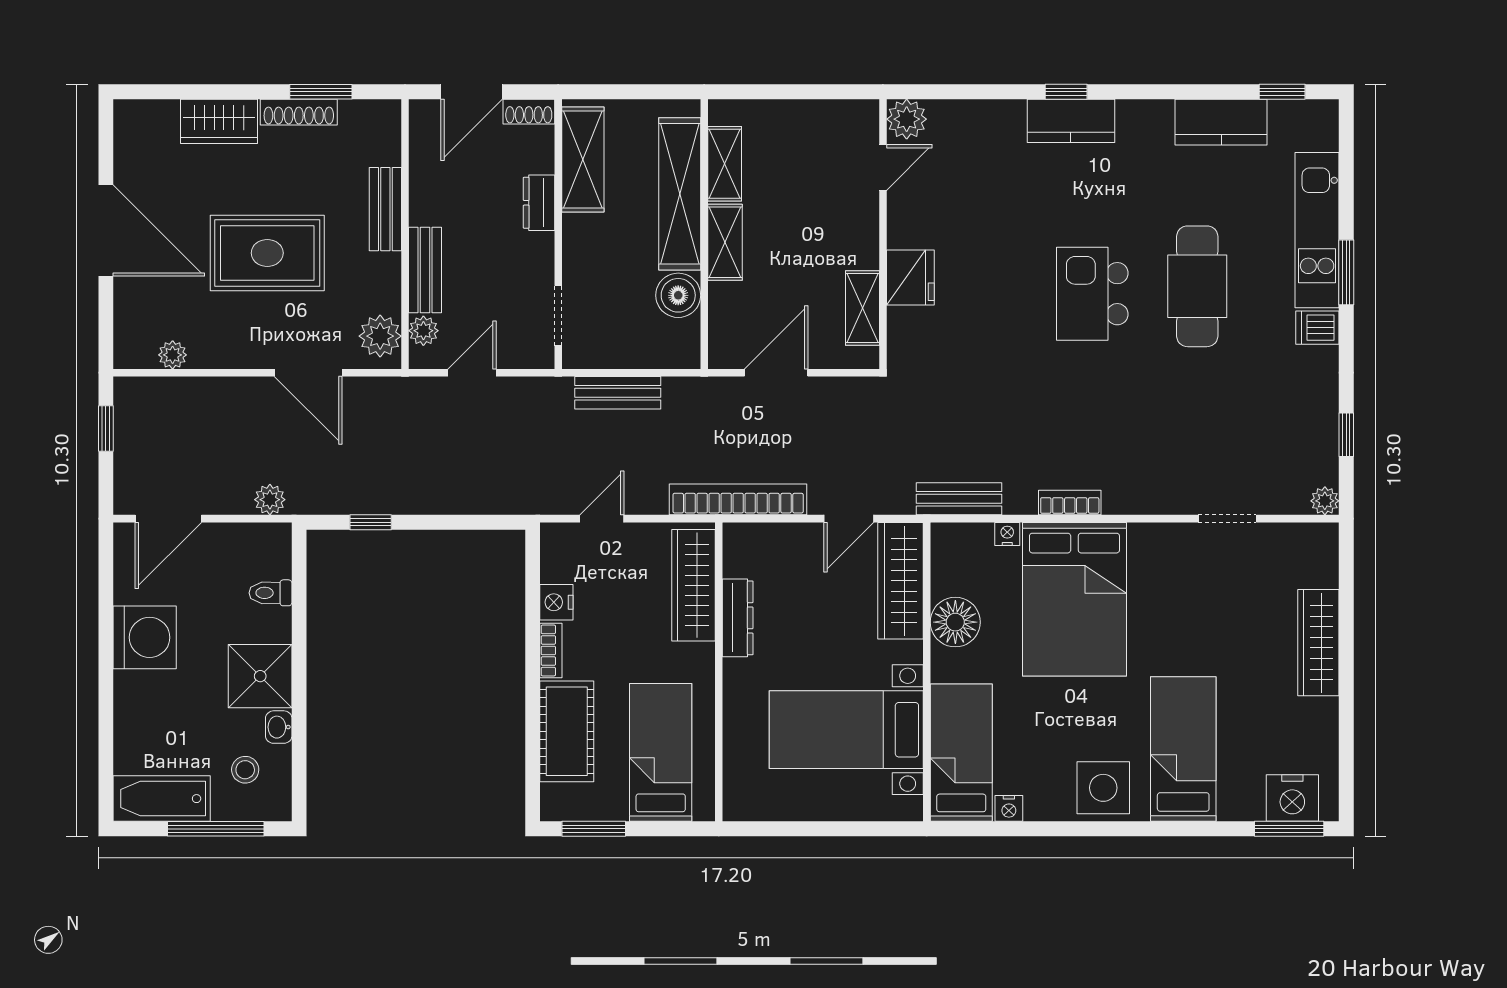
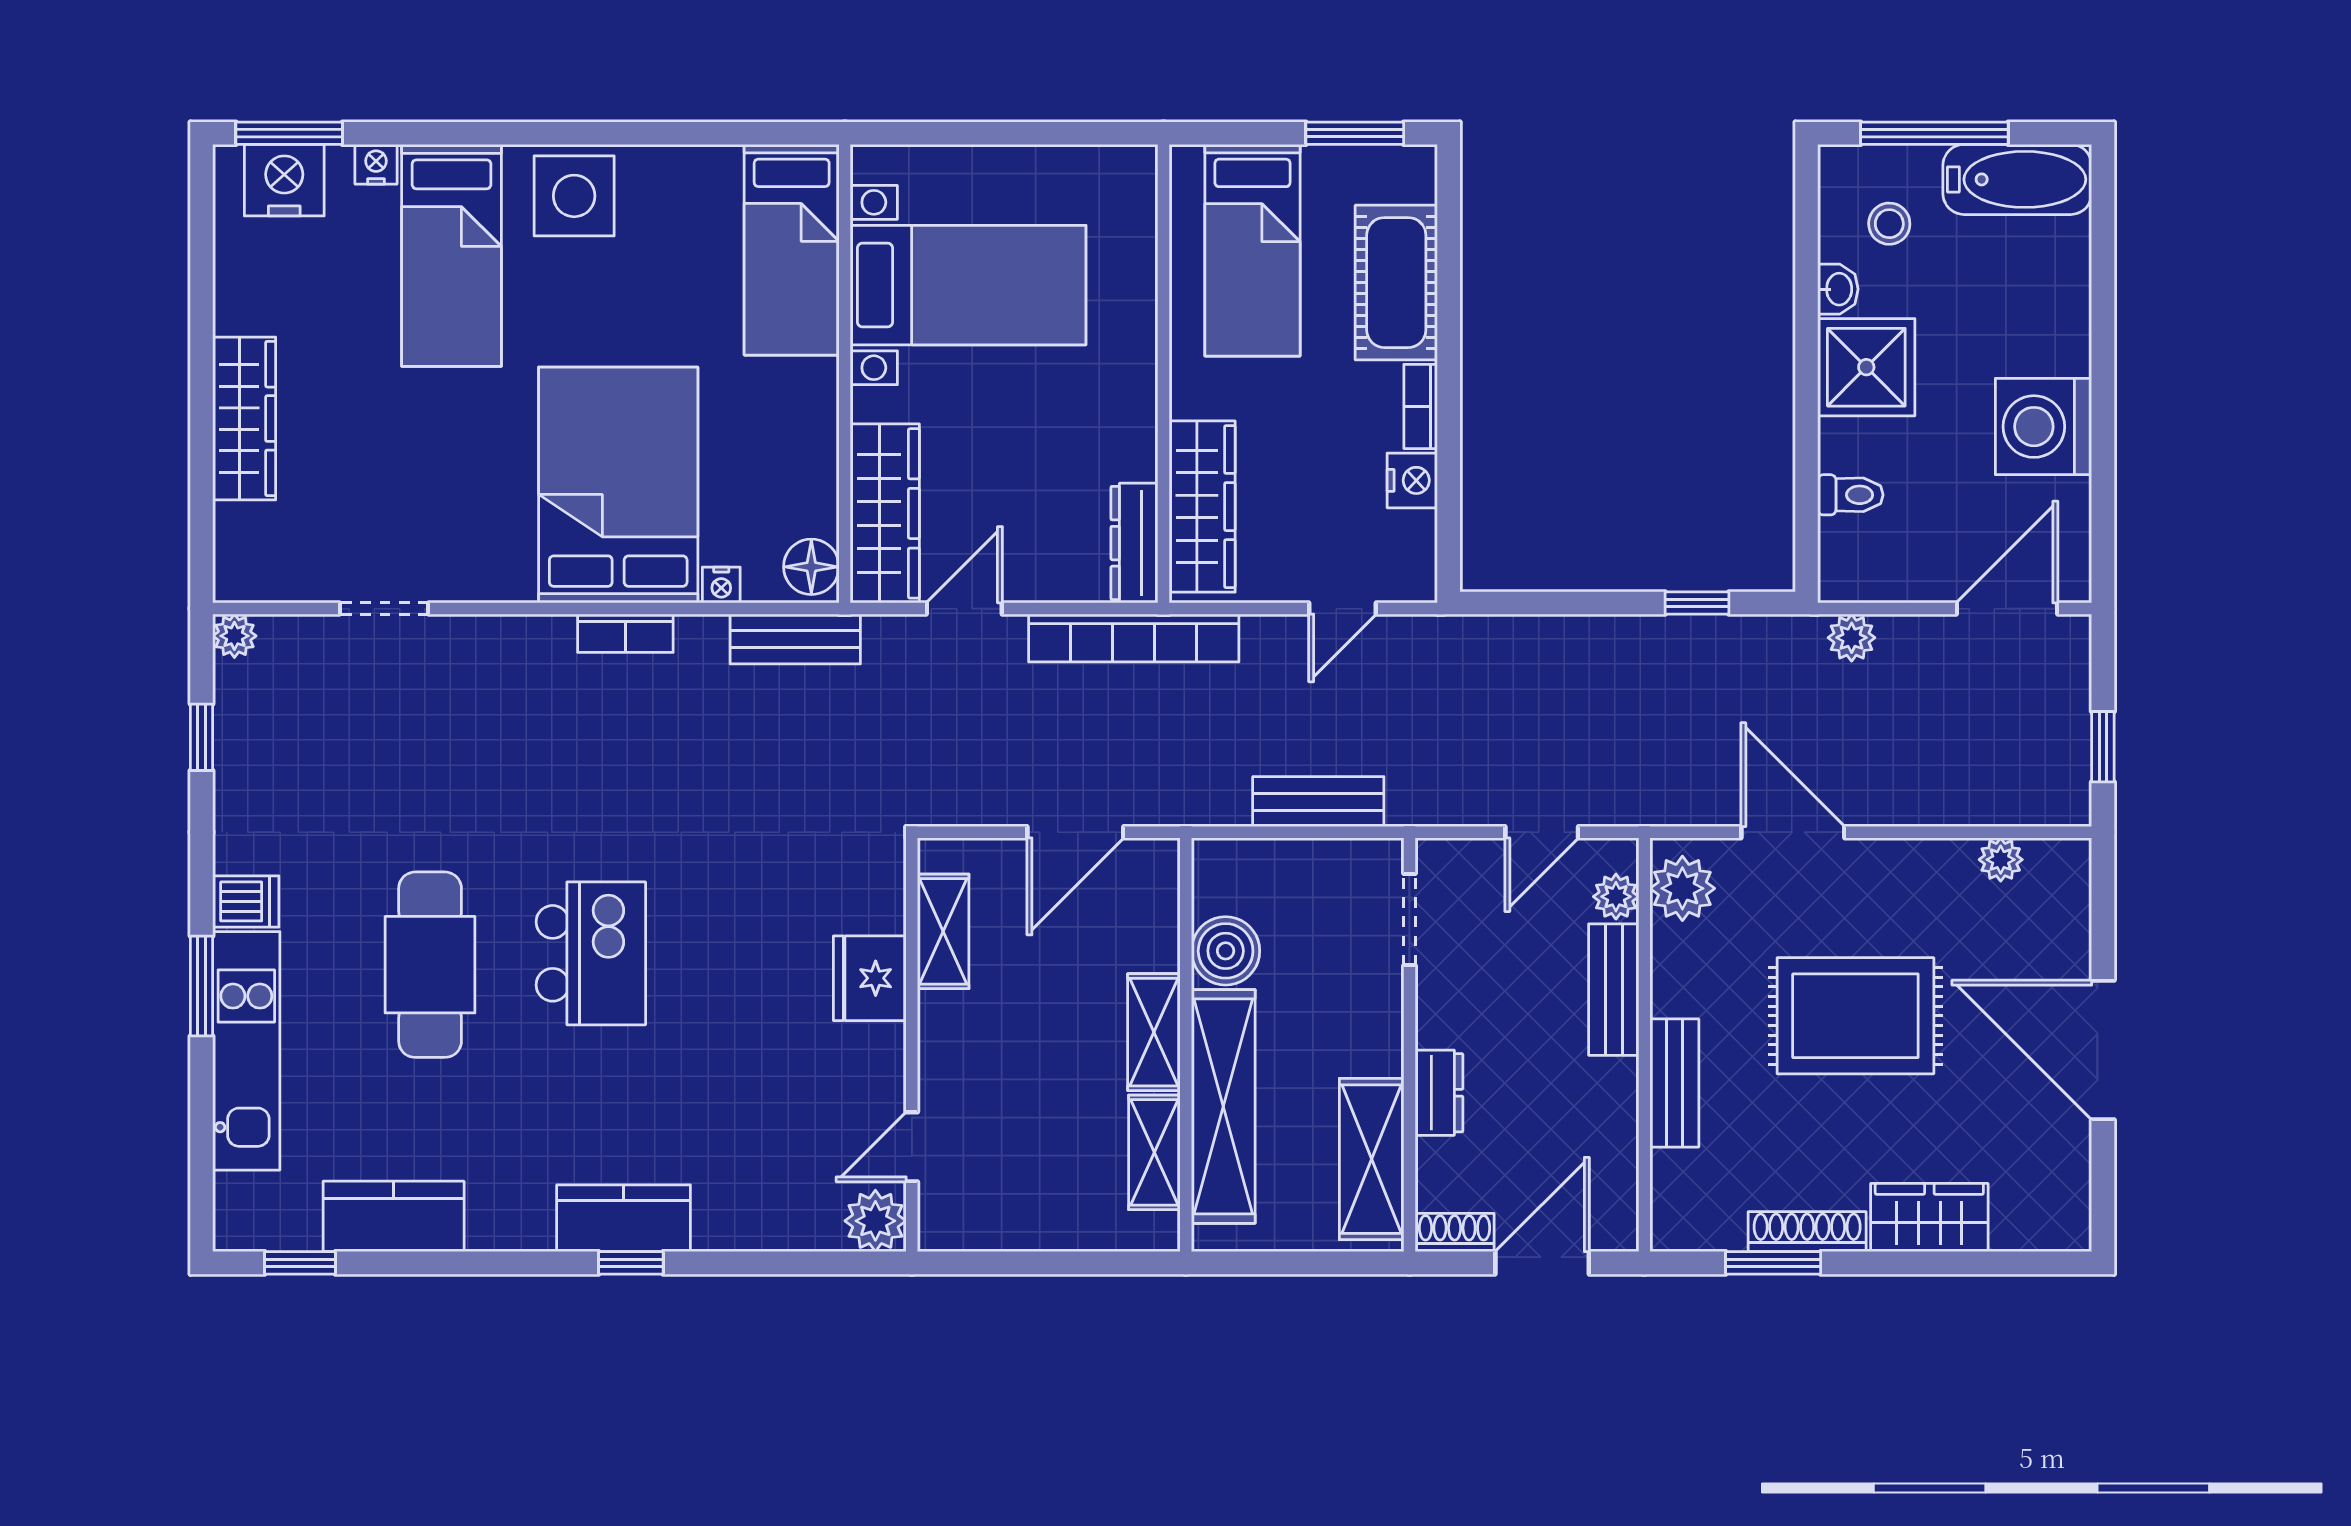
dresser: (738, 618) -> (1134, 543), moved
floor lamp: (955, 622) -> (811, 567), moved, width x0.73, depth x0.73
nightstand: (1009, 808) -> (376, 164), moved

